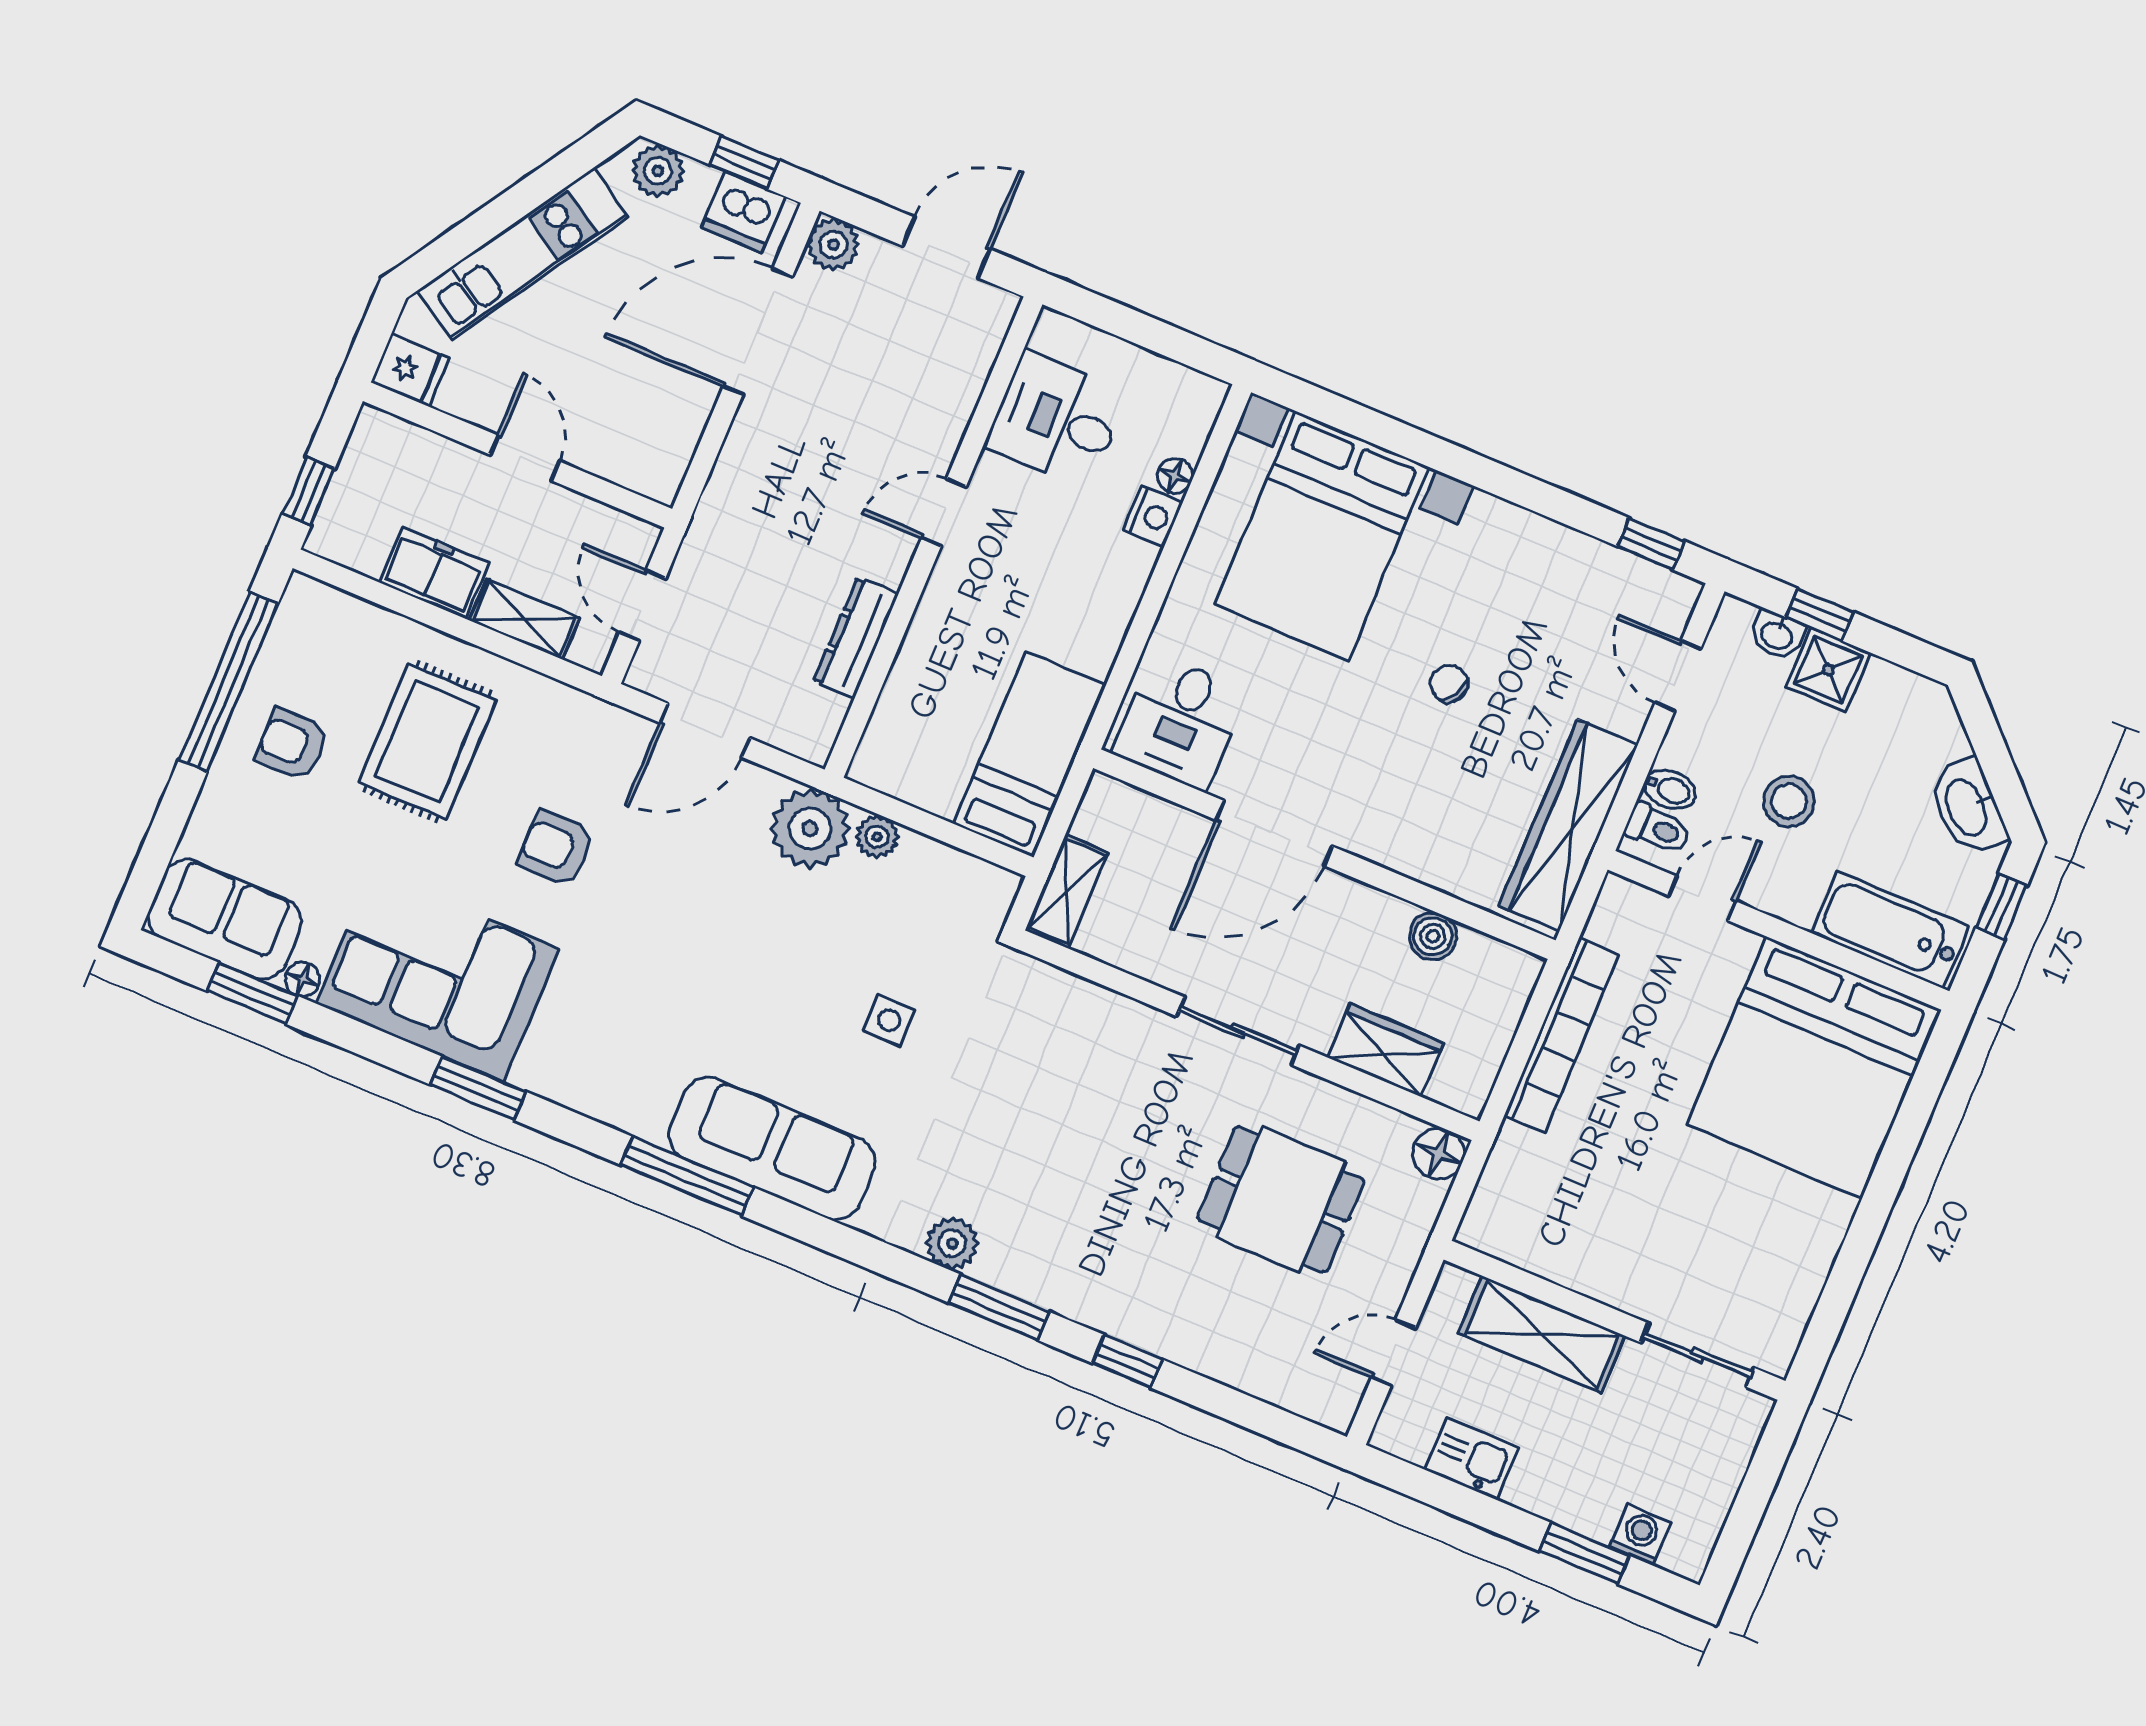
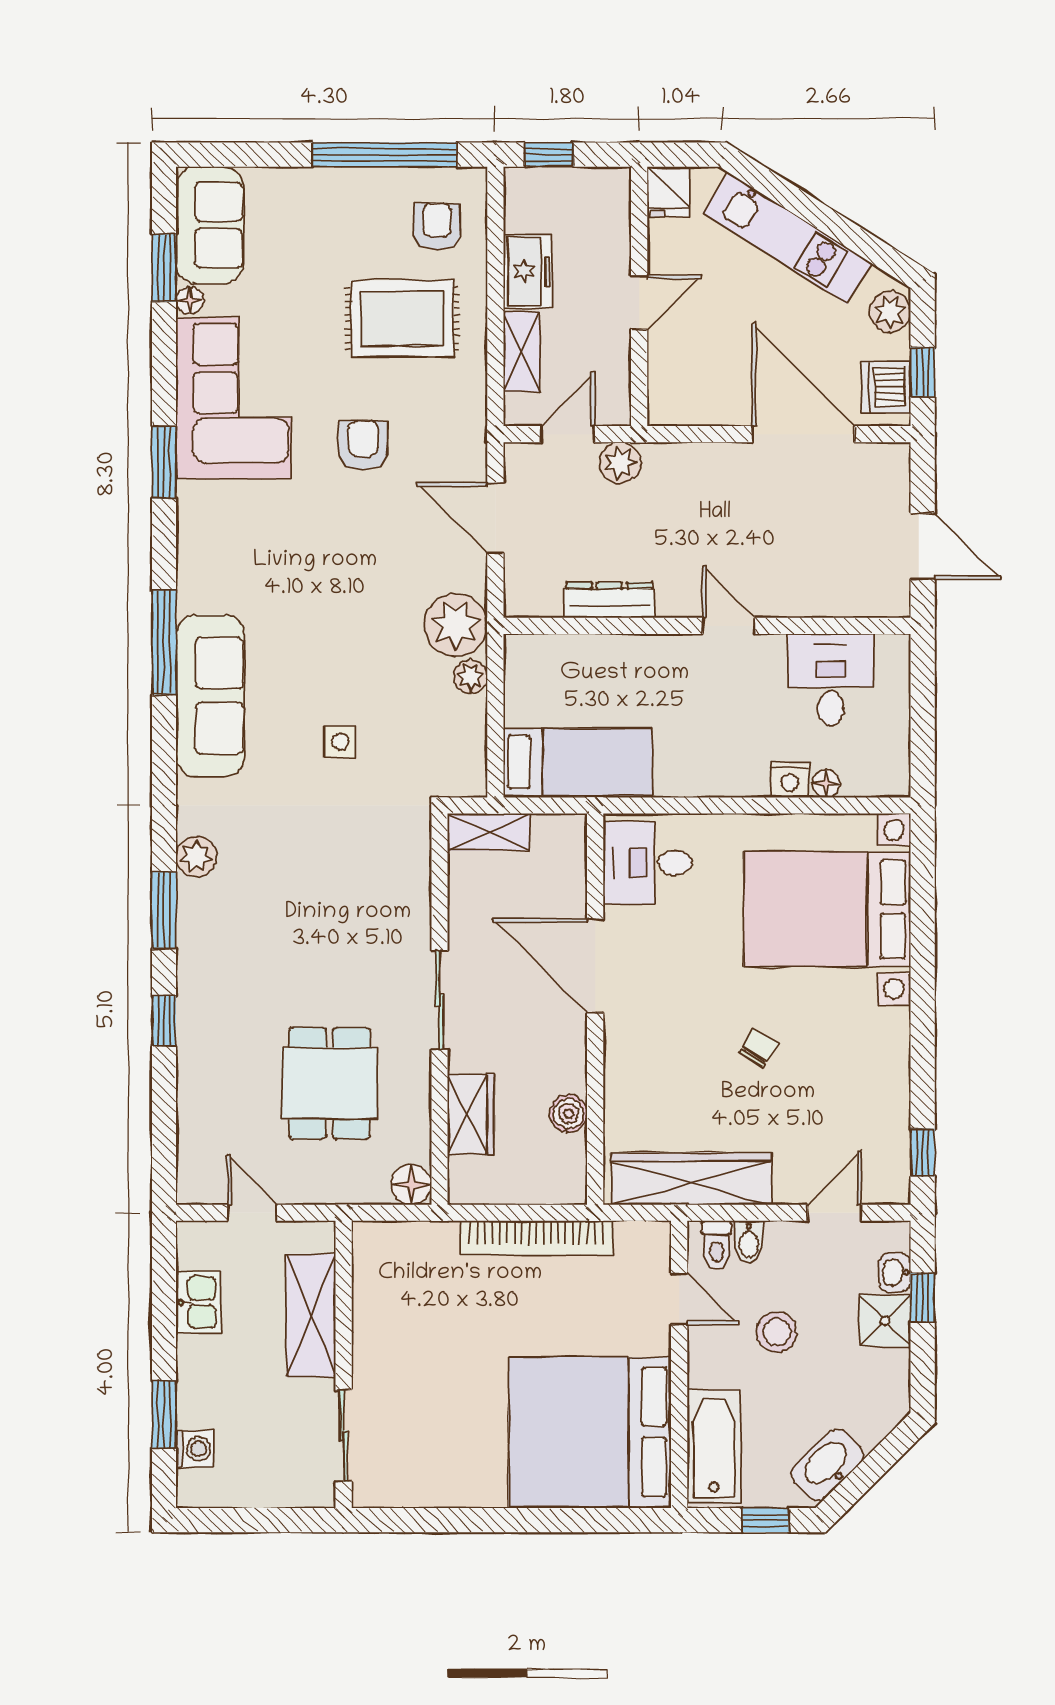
plant: (833, 245) -> (620, 463), moved
armchair: (292, 745) -> (437, 226), moved

